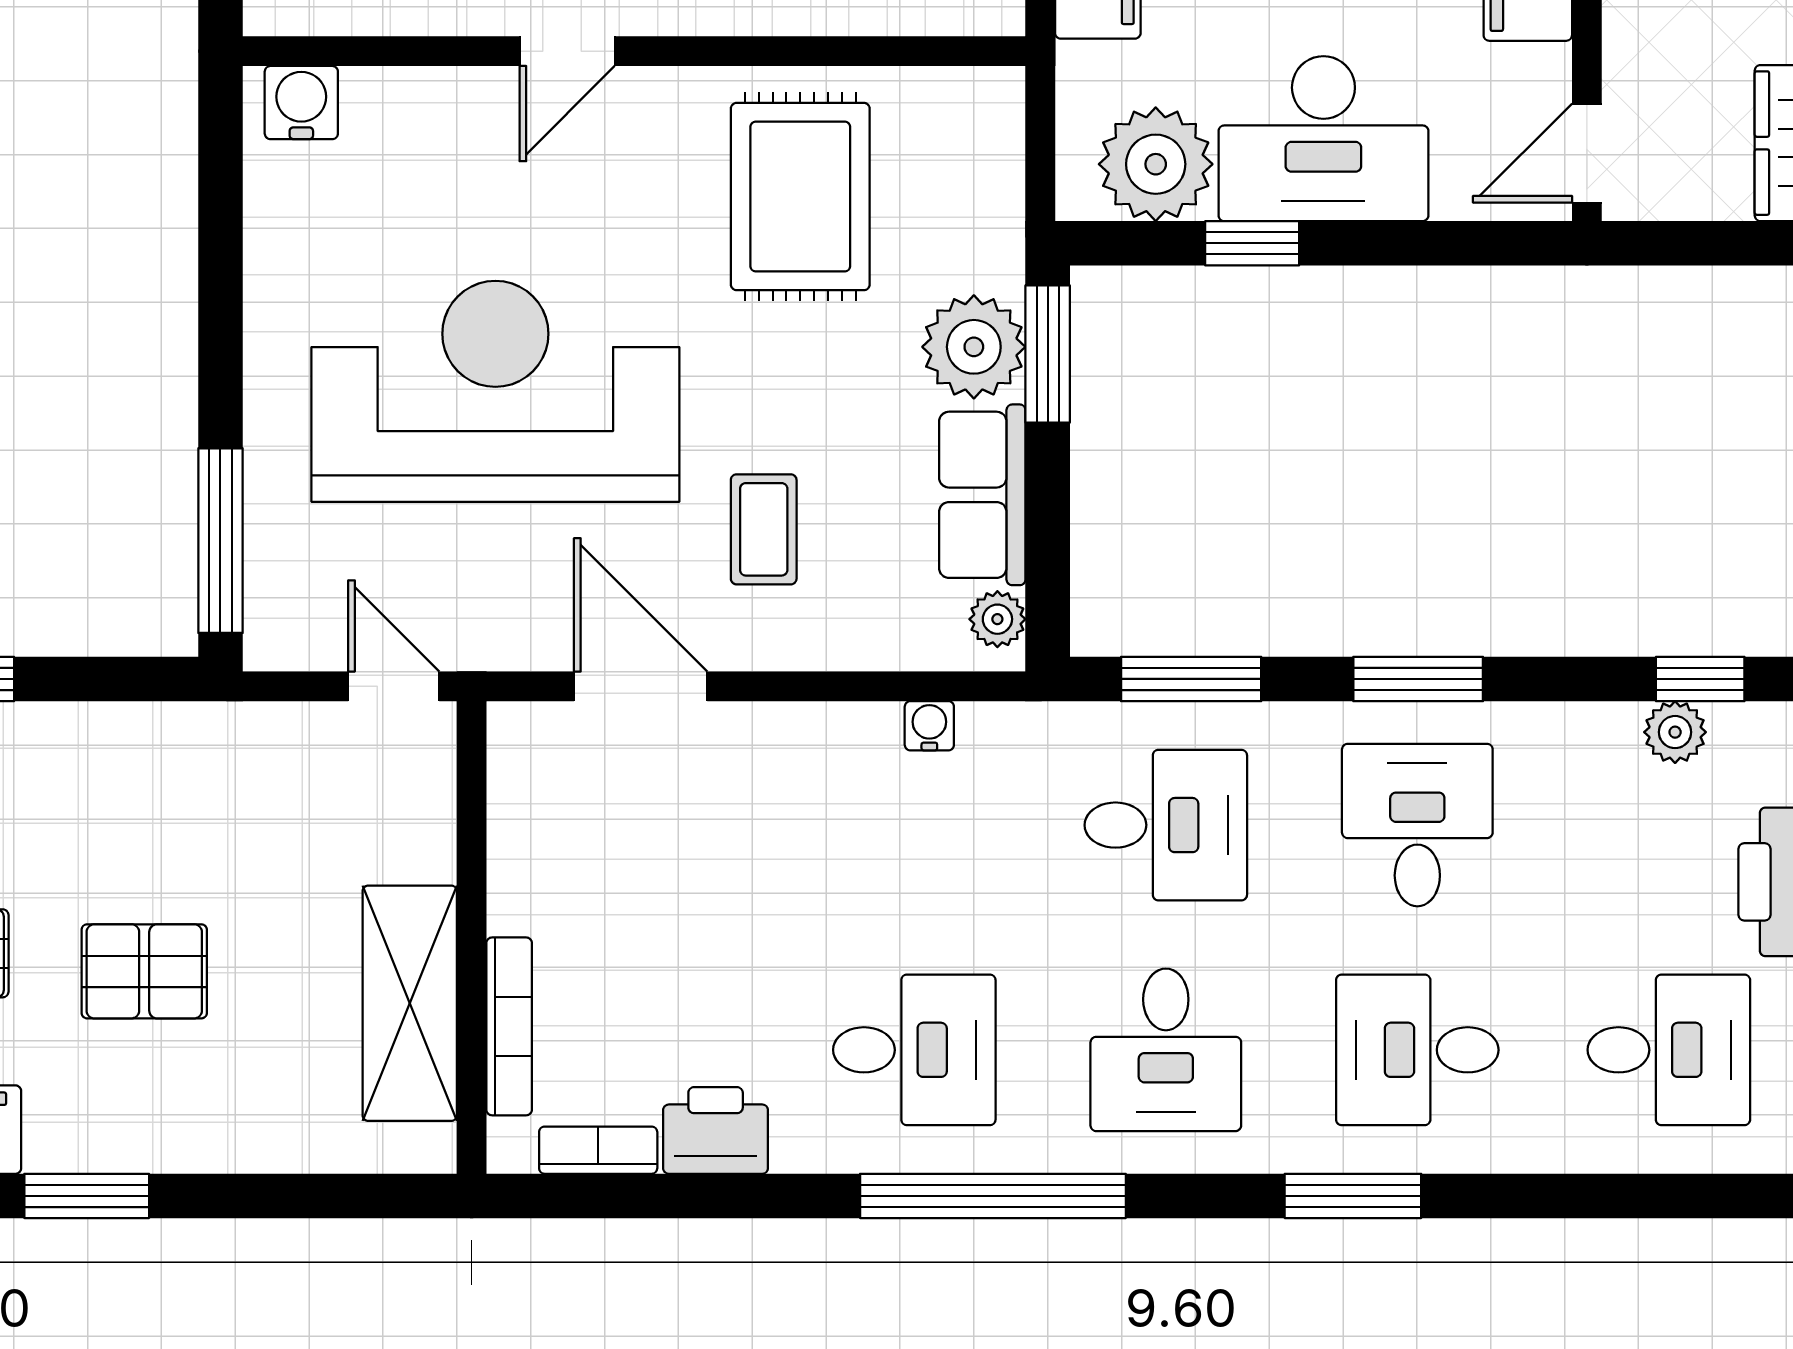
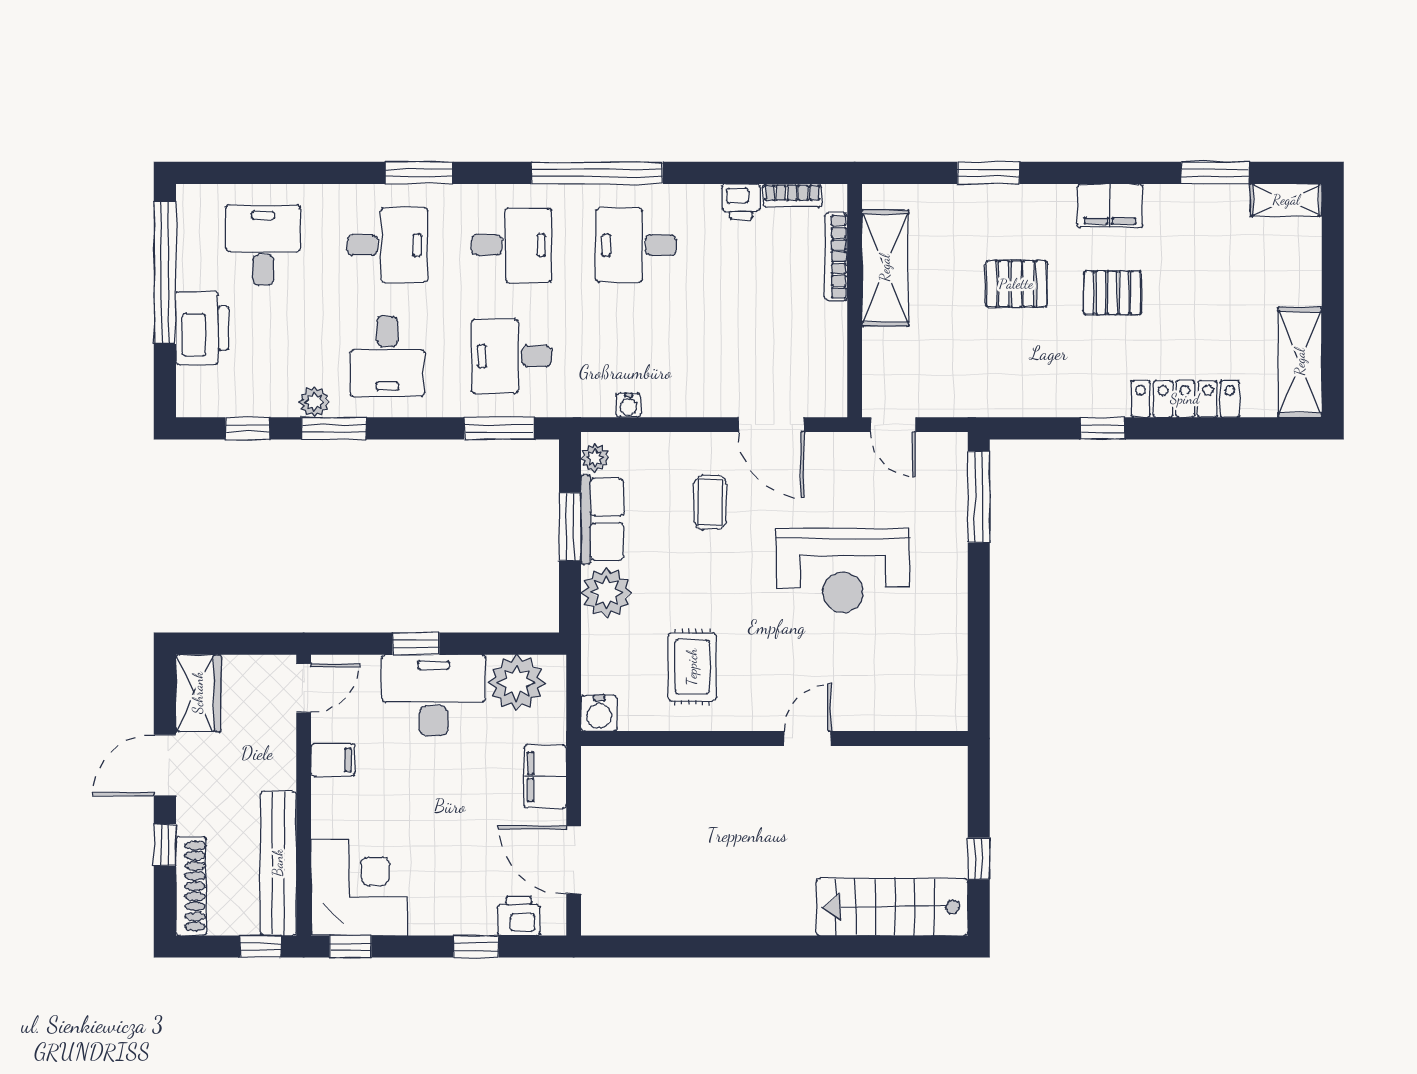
water cooler: (301, 103) -> (599, 713), moved
rug: (800, 197) -> (692, 667), width x0.73, depth x0.70
window: (1252, 243) -> (416, 644), moved
window: (1048, 354) -> (570, 527), moved
reception desk: (495, 391) -> (843, 570), width x0.74, depth x0.77
window: (1418, 679) -> (334, 428), moved
plant: (1675, 732) -> (314, 402), moved
desk: (1166, 1050) -> (512, 245), turned 90
desk: (1669, 1050) -> (263, 245), turned 90
printer: (716, 1130) -> (741, 201), width x0.73, depth x0.81
window: (87, 1196) -> (988, 173), moved

